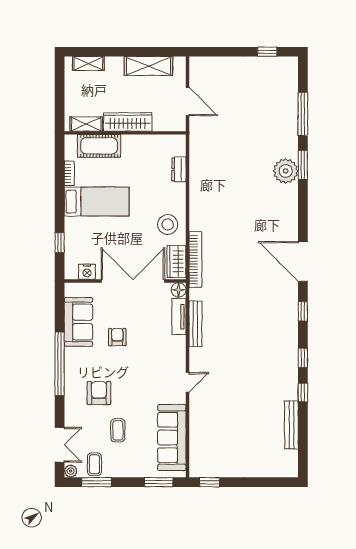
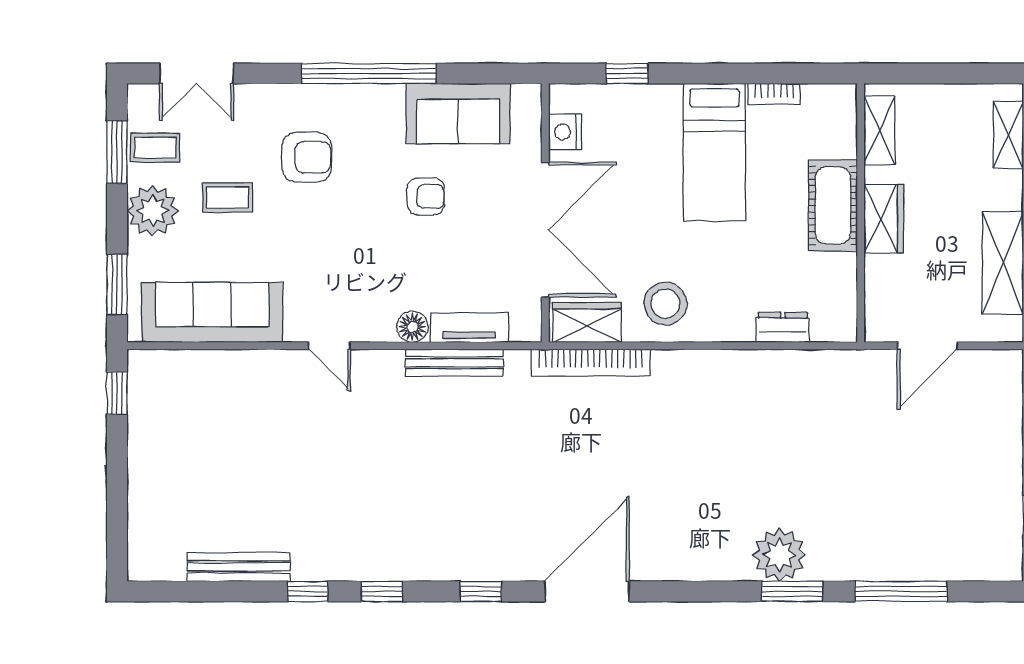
wardrobe: (128, 122) -> (884, 219), width x0.67
cot: (99, 146) -> (833, 205), moved
floor lamp: (179, 290) -> (412, 327), moved
plant: (71, 471) -> (153, 211), moved, width x1.88, depth x1.88

